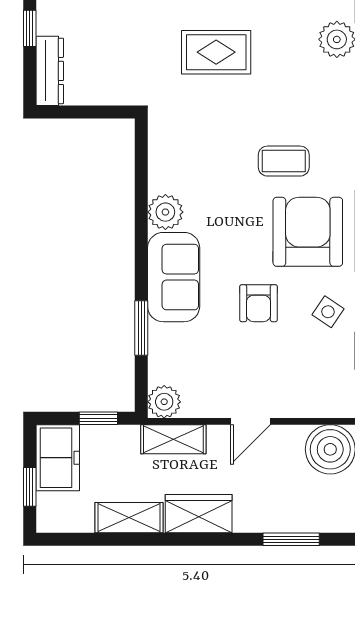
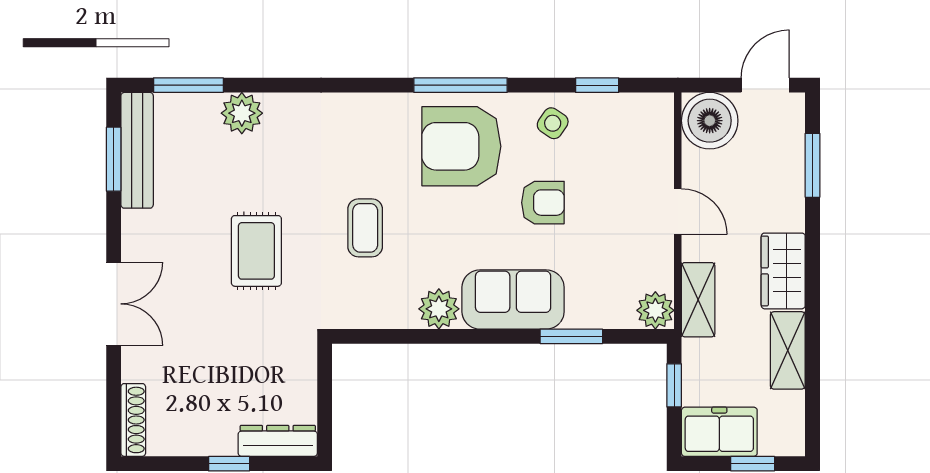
coffee table: (284, 161) -> (365, 228), moved

